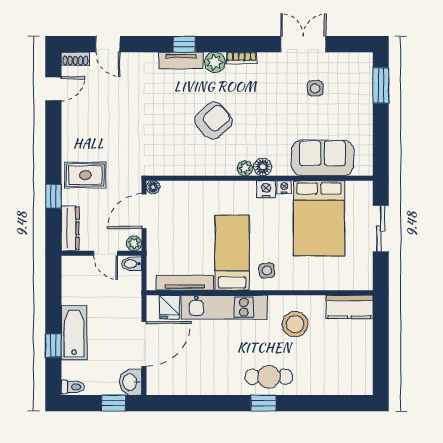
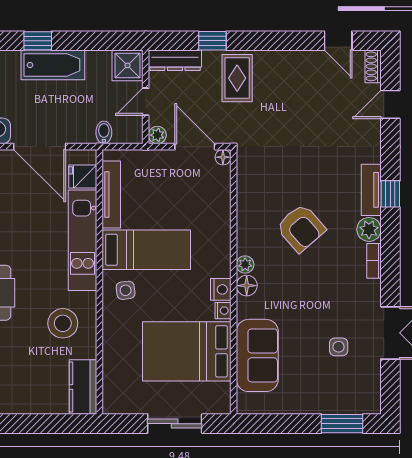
bidet: (132, 264) -> (104, 132), moved
shower: (75, 269) -> (127, 65), added

